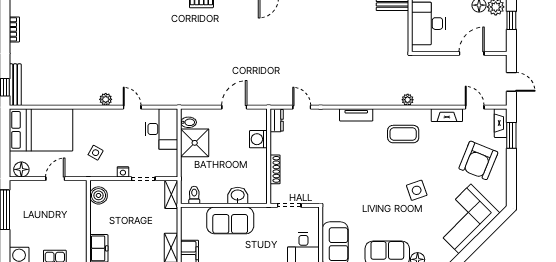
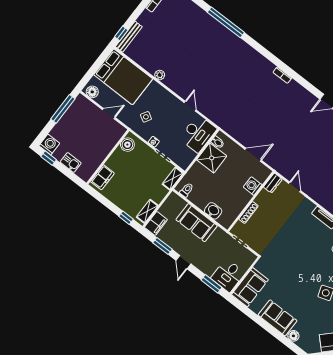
plant: (106, 99) -> (160, 75), moved

